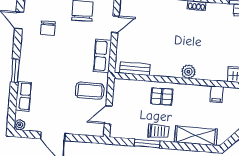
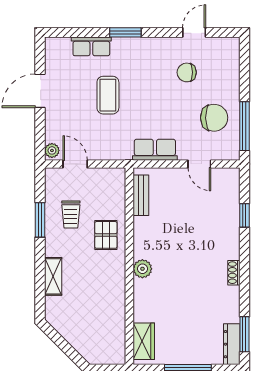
coffee table: (90, 91) -> (108, 95), moved
filing cabinet: (217, 94) -> (115, 309), removed
plant: (20, 125) -> (52, 150), moved
trolley: (158, 131) -> (71, 214), moved
shelving: (196, 136) -> (53, 276), width x0.67, depth x0.75

